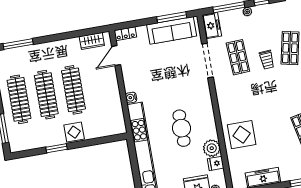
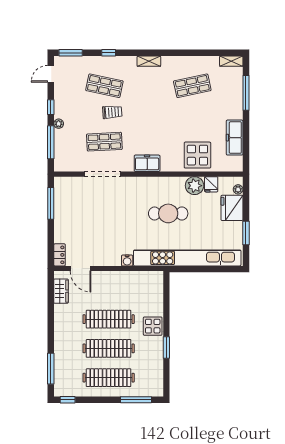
freezer: (212, 26) -> (147, 163), moved
sofa: (172, 30) -> (64, 206), removed
display table: (242, 135) -> (197, 155), moved

